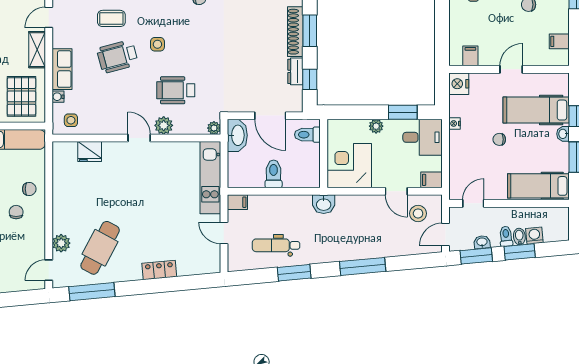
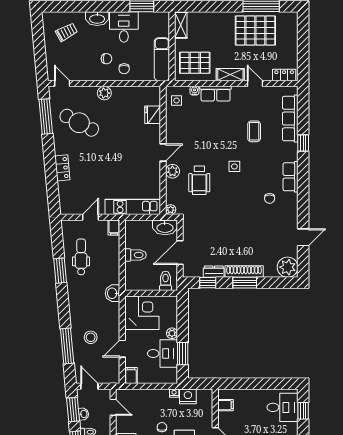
wheelchair: (117, 57) -> (225, 136), removed
nightstand: (459, 84) -> (188, 396), moved
wheelchair: (176, 90) -> (199, 180), turned 180
desk: (423, 137) -> (162, 354), moved, turned -90
stool: (418, 213) -> (91, 337), moved
plant: (61, 243) -> (104, 93), moved
window: (363, 266) -> (67, 346), moved

